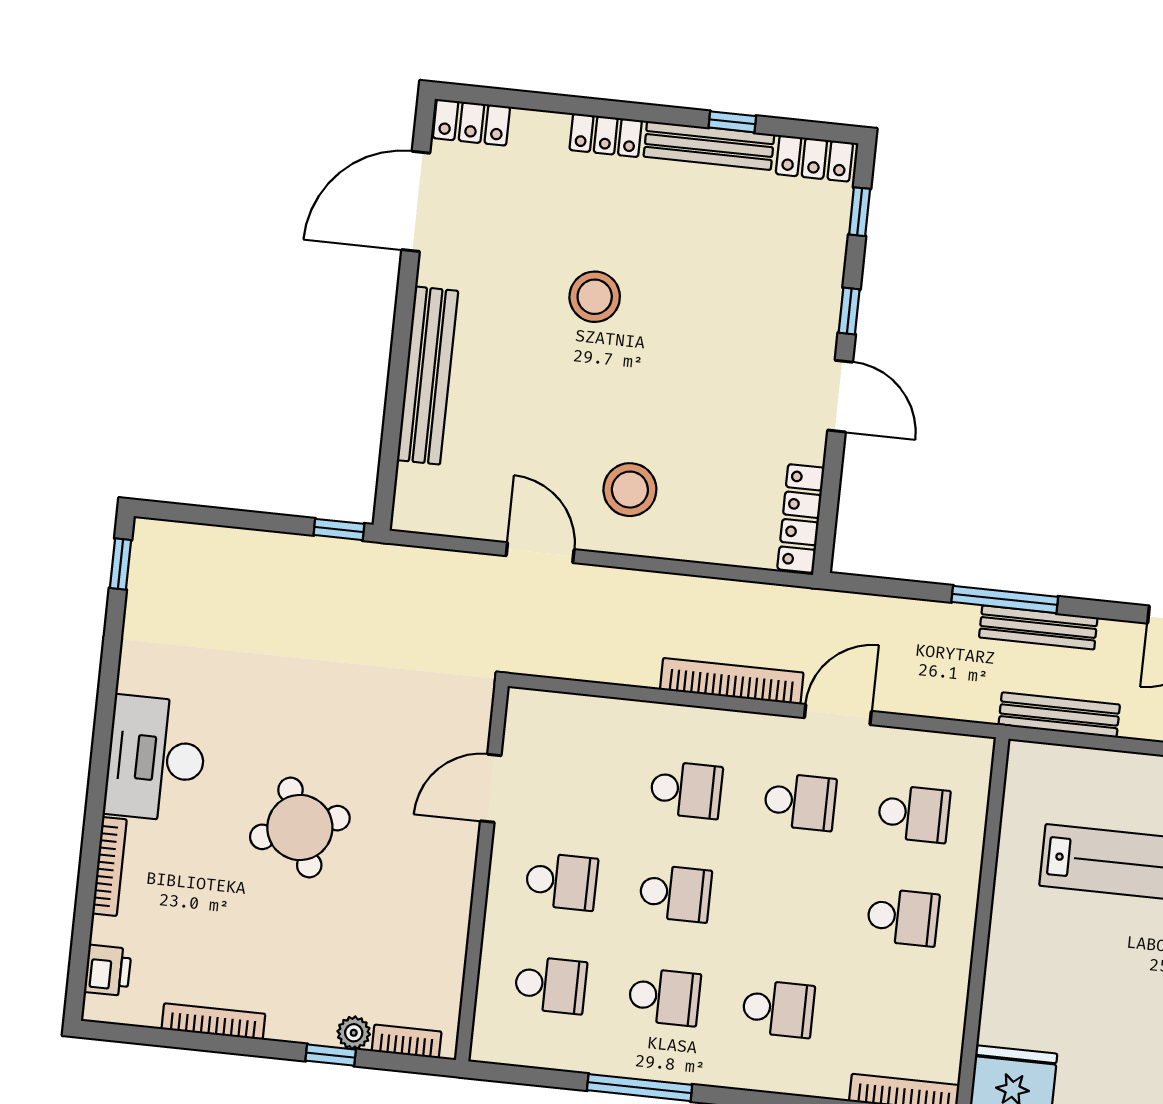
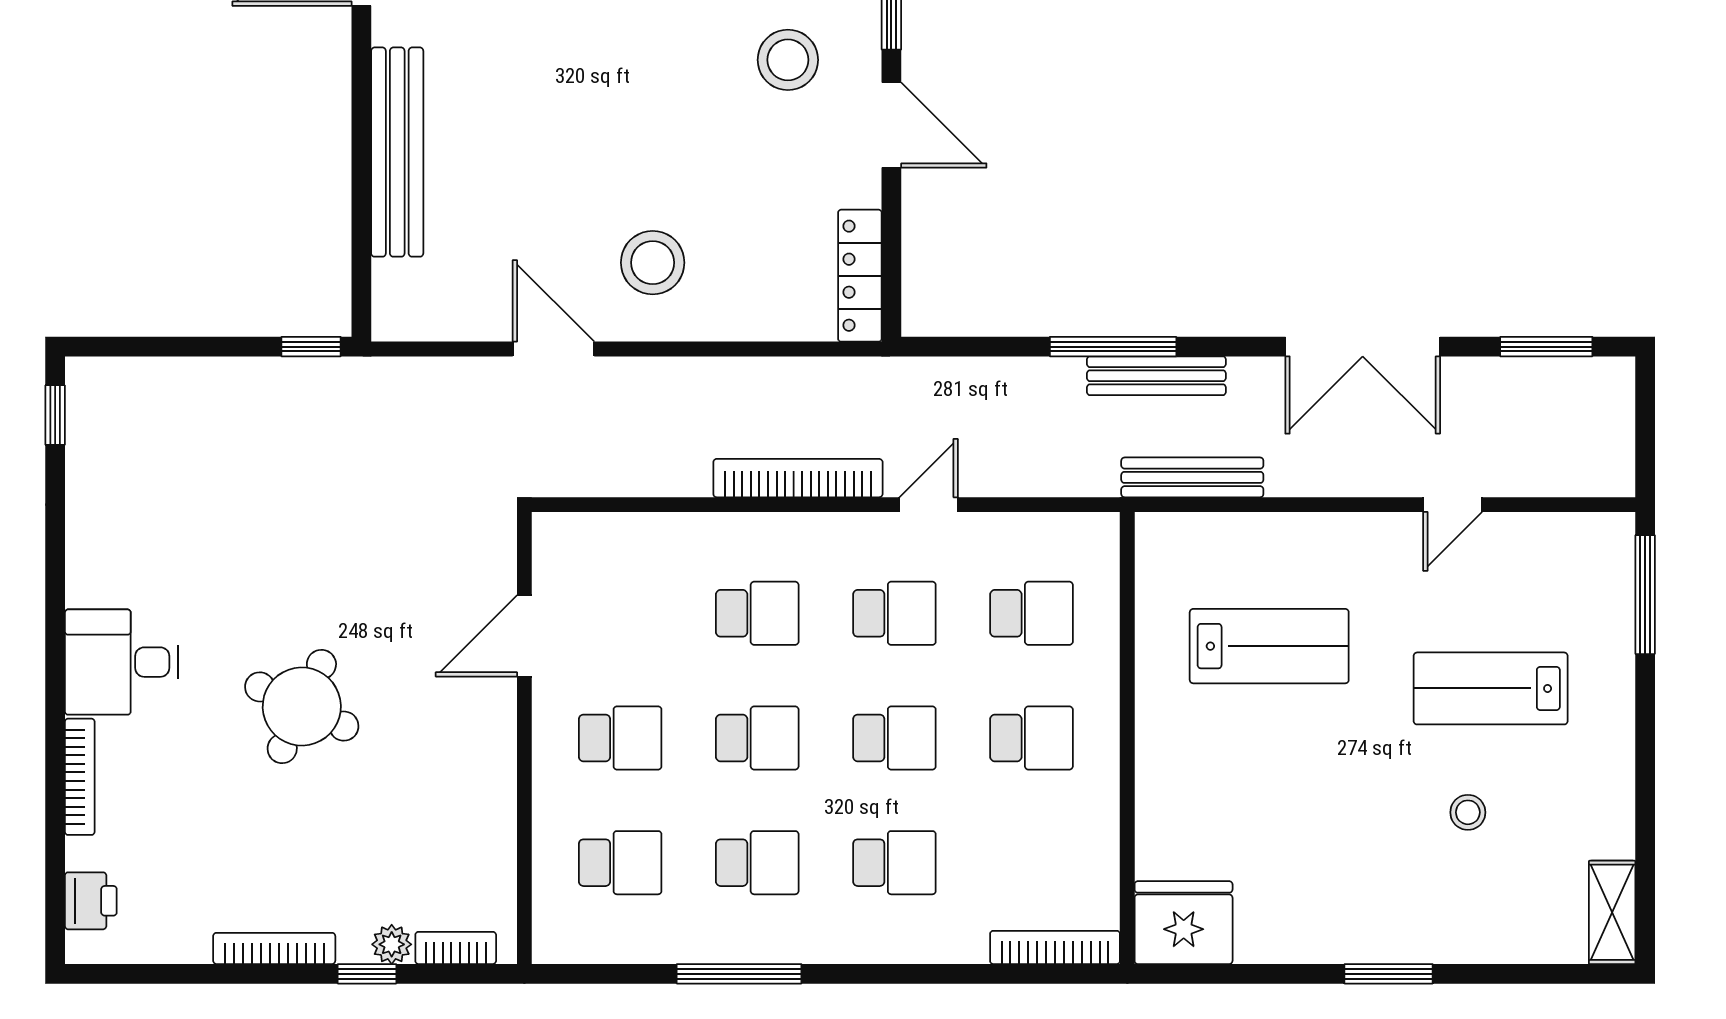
stool: (595, 297) -> (788, 60), moved
door: (838, 715) -> (929, 505), width x0.73
desk: (156, 759) -> (122, 662), width x0.73
round table: (300, 827) -> (302, 707), turned 45
school desk: (789, 905) -> (894, 738), added
bookcase: (213, 1021) -> (274, 948), moved

